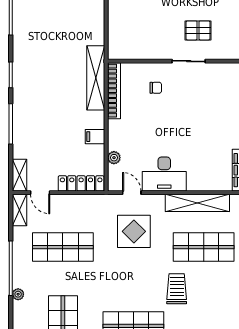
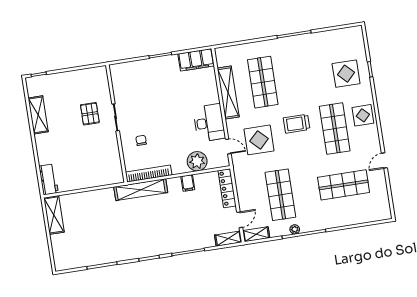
plant: (114, 158) -> (197, 161), width x1.88, depth x1.88
door: (132, 193) -> (228, 146), swing flipped
trolley: (177, 289) -> (297, 124), moved
plant: (18, 294) -> (295, 229), moved

